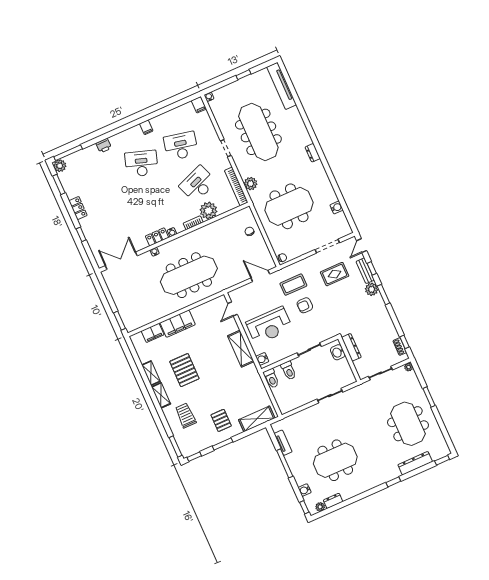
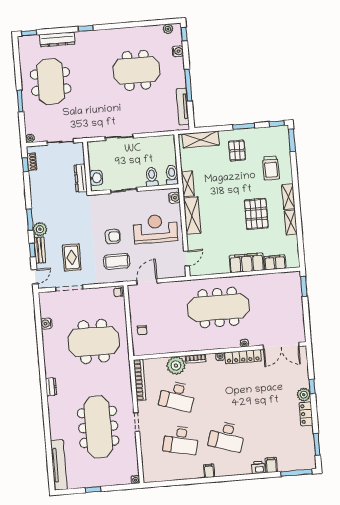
filing cabinet: (199, 105) -> (271, 465), moved
plant: (60, 166) -> (304, 395), moved
desk: (198, 184) -> (177, 396), turned 39
plant: (251, 184) -> (124, 378), removed
locker: (157, 237) -> (243, 357), width x1.53
rug: (335, 274) -> (72, 258), turned 90
door: (260, 276) -> (147, 282), swing flipped
shelving: (254, 376) -> (188, 184), added
tv unit: (283, 443) -> (183, 106), width x1.41
dresser: (333, 501) -> (153, 30), removed

